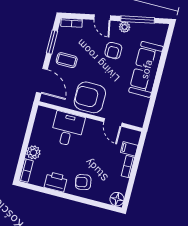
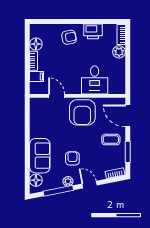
floor lamp: (159, 37) -> (36, 180), added
sofa: (146, 69) -> (40, 156), width x0.73
armchair: (90, 97) -> (82, 112), turned 90
floor lamp: (117, 199) -> (36, 44), moved

